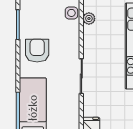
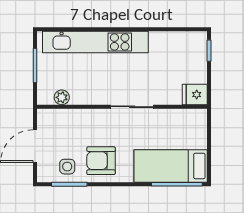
side table: (71, 13) -> (67, 167), moved

